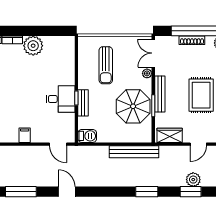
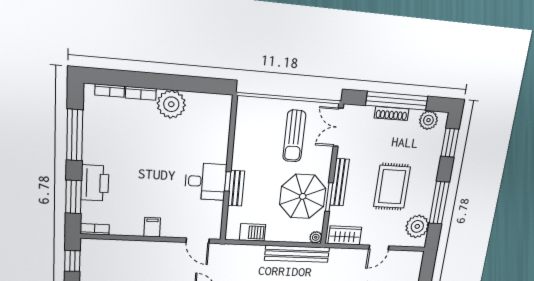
sun lounger: (106, 65) -> (294, 136), moved
plant: (147, 73) -> (316, 237), moved
barbecue: (87, 136) -> (252, 232), moved

